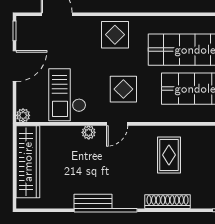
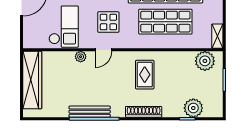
checkout: (67, 95) -> (64, 27), turned 180
plant: (23, 115) -> (28, 43), removed
bench: (93, 201) -> (90, 112), width x1.36

